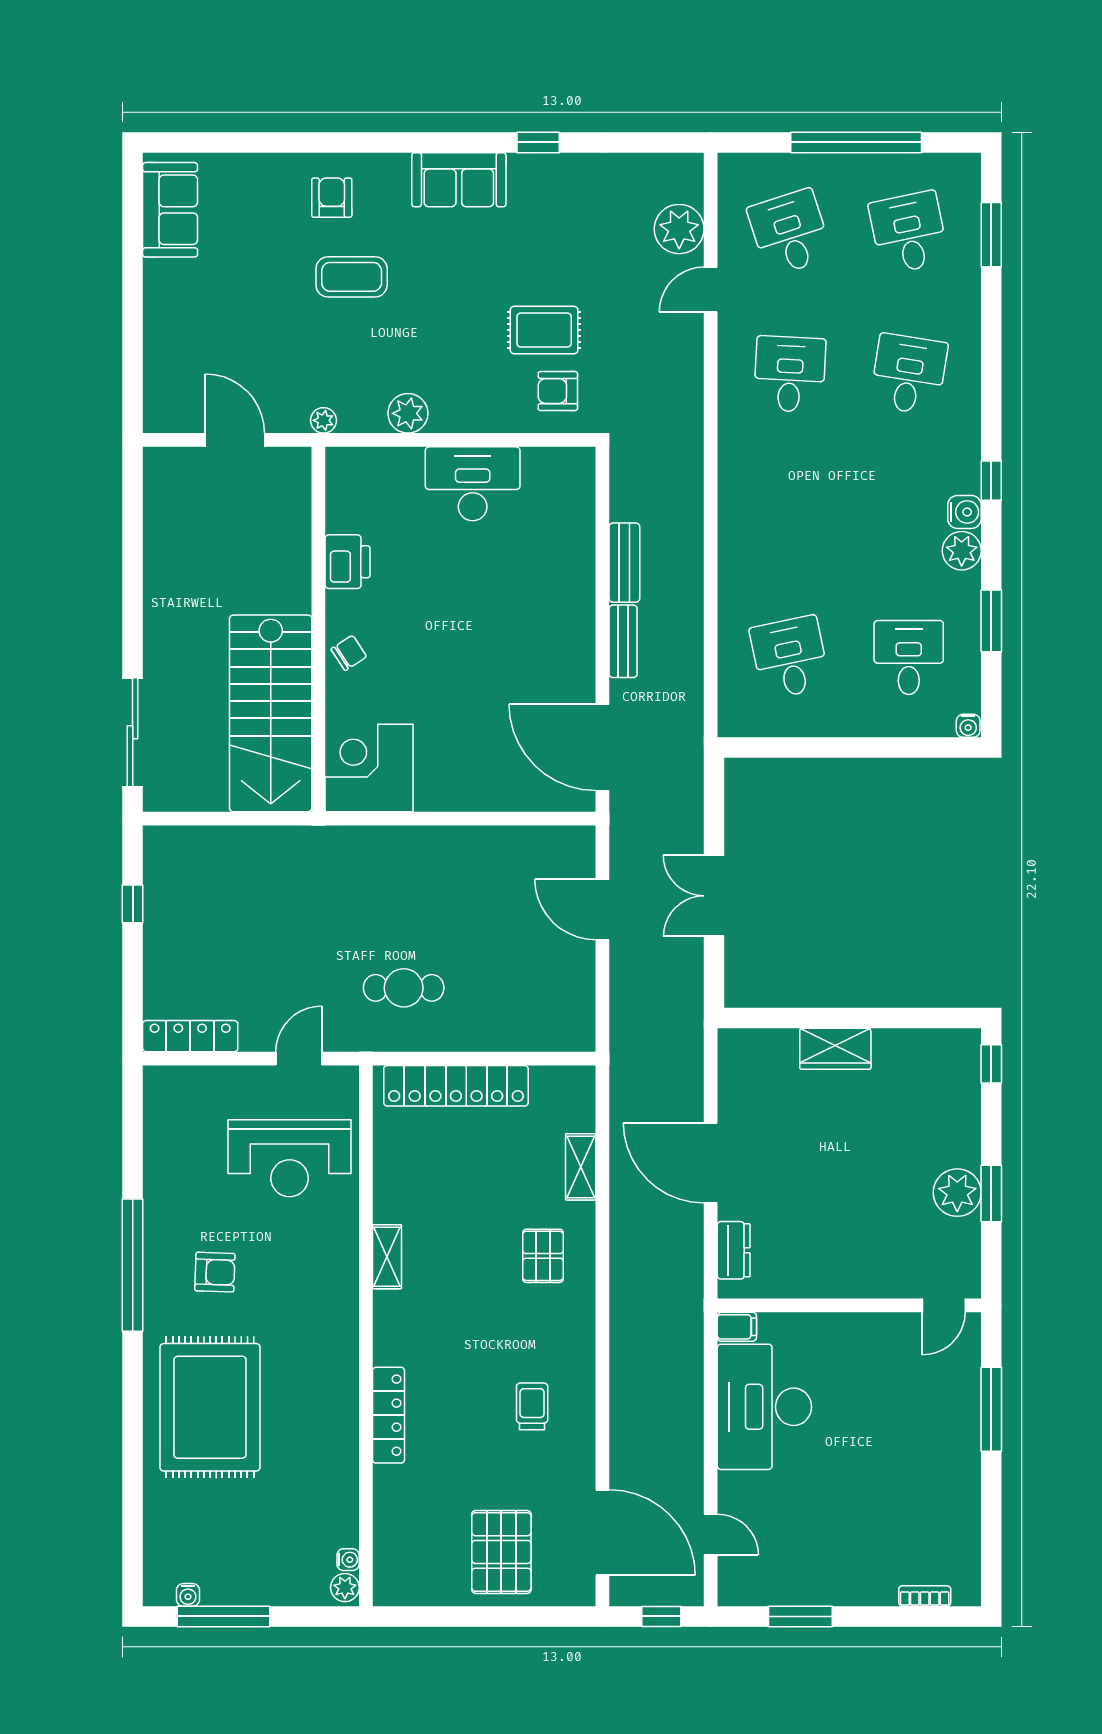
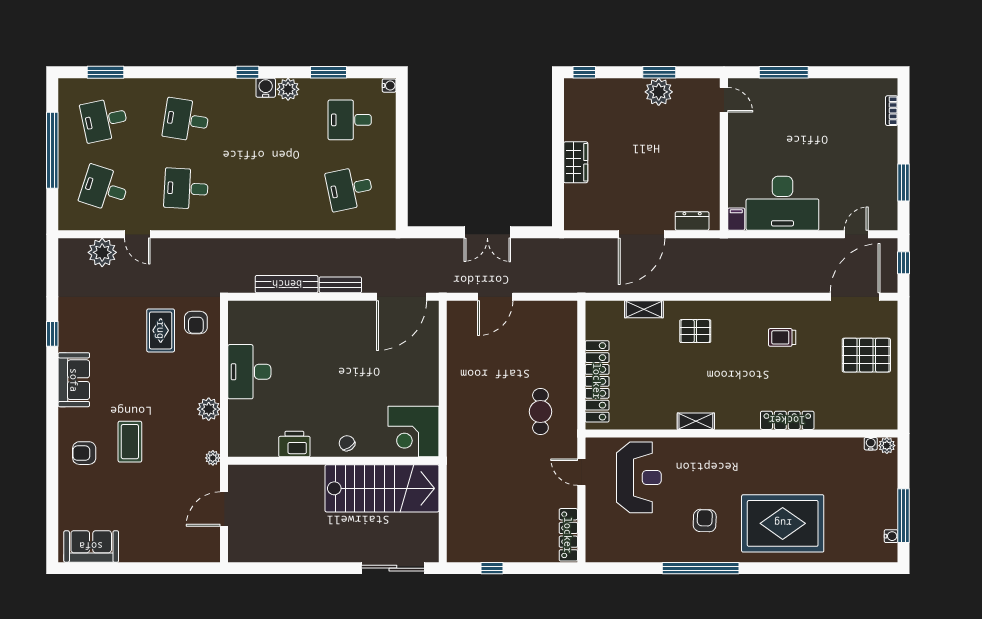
desk: (790, 233) -> (104, 189), turned 36
bench: (624, 563) -> (287, 284), width x1.36

